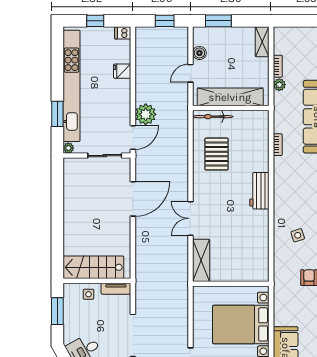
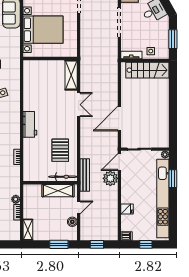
shelving: (230, 97) -> (58, 191), width x0.68
bench: (182, 119) -> (85, 175), added

